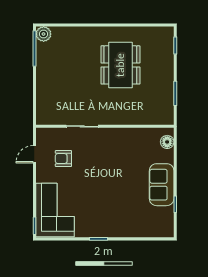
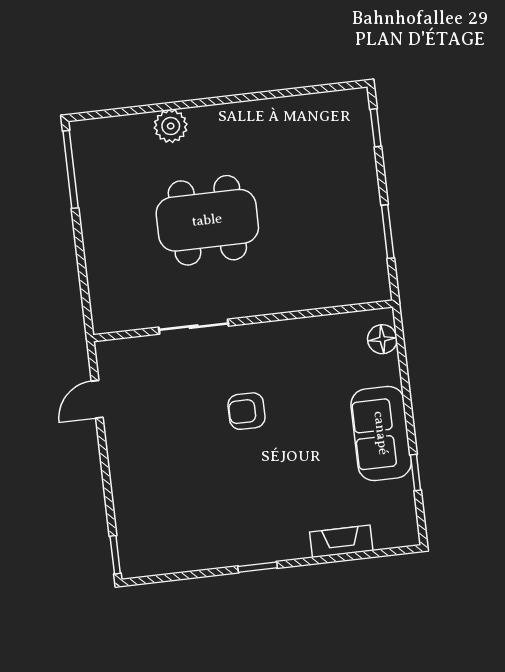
plant: (44, 34) -> (171, 126), moved
dining table: (120, 65) -> (207, 220), moved, turned 90
armchair: (63, 159) -> (247, 411), moved
corner sofa: (55, 210) -> (156, 515), removed
fireplace: (138, 232) -> (341, 541), added

